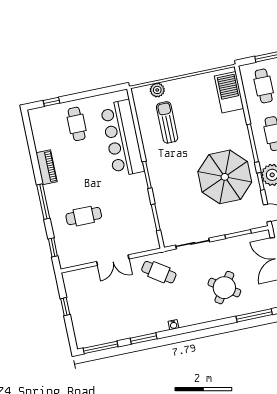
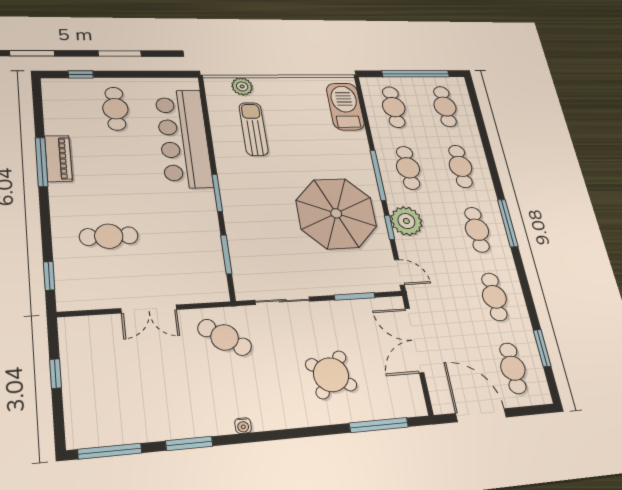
window: (43, 202) -> (42, 162), moved

